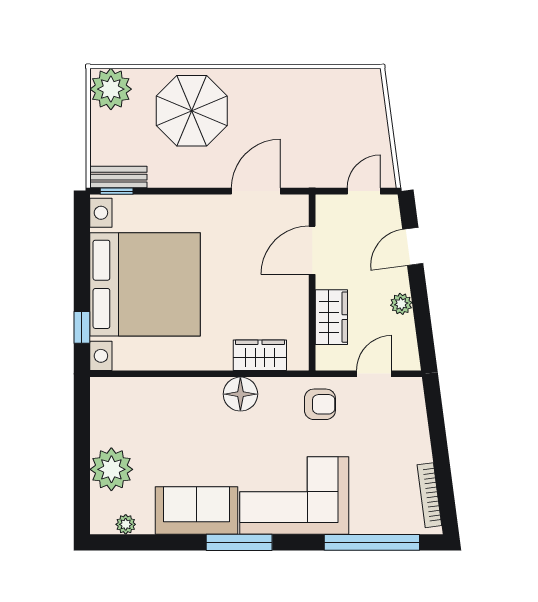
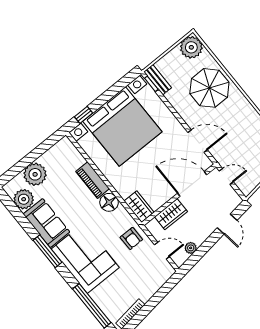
door: (364, 191) -> (226, 176), moved
door: (413, 246) -> (227, 224), swing flipped
door: (312, 250) -> (192, 184), width x1.36
plant: (401, 304) -> (191, 248), moved
wardrobe: (260, 355) -> (139, 207), moved
piano: (188, 392) -> (93, 180), added
plant: (126, 524) -> (24, 199), width x1.88, depth x1.88

